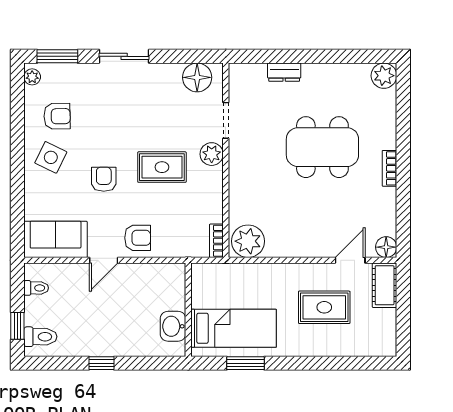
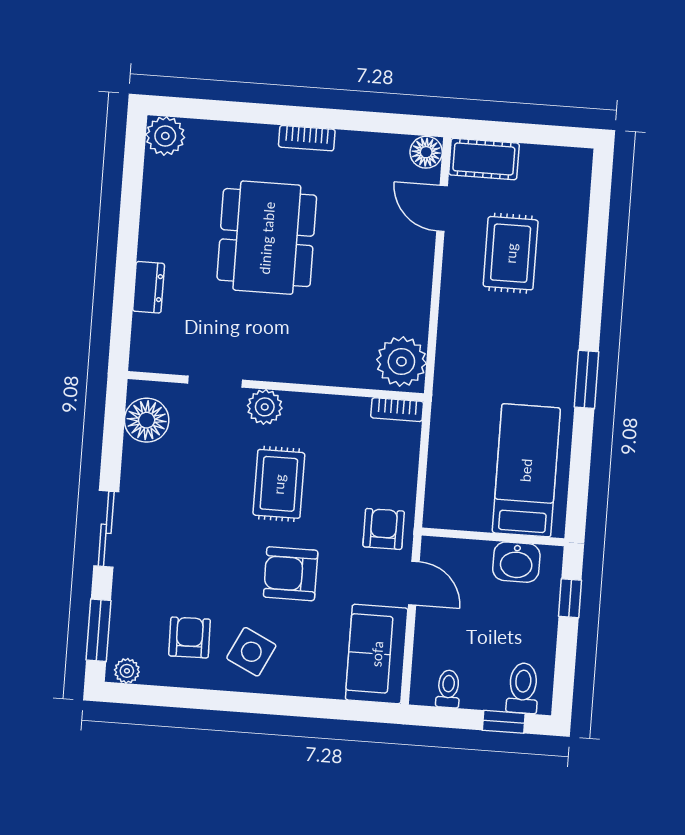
armchair: (104, 179) -> (291, 574), width x1.38, depth x1.38
wall: (188, 310) -> (493, 537), moved
washbasin: (173, 326) -> (516, 562), moved
bed: (234, 328) -> (526, 470), moved

